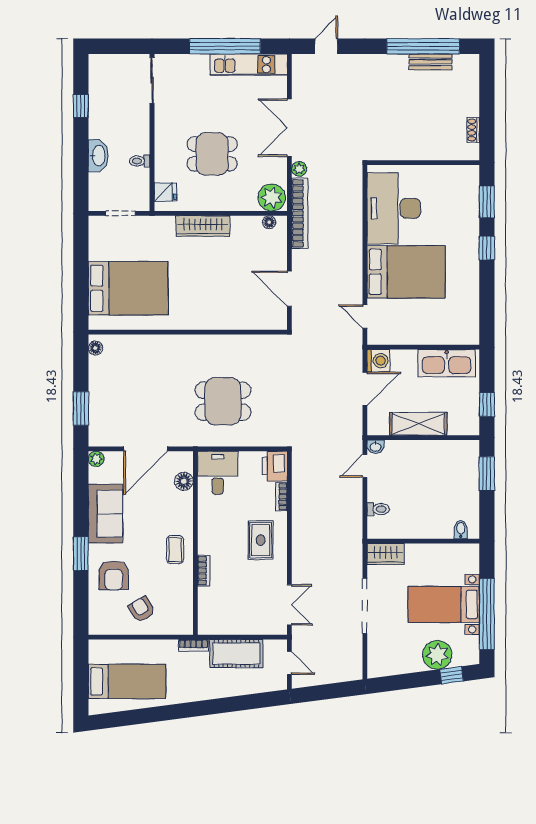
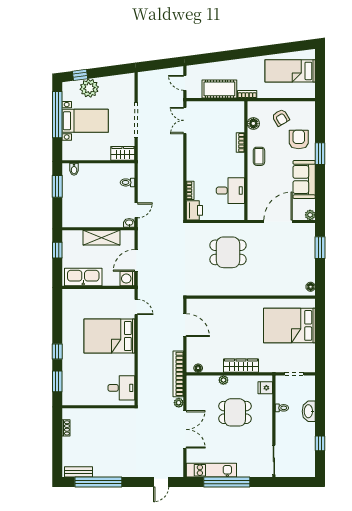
bench: (430, 62) -> (78, 472), moved
plant: (272, 198) -> (223, 380), moved, width x0.53, depth x0.53
desk: (394, 208) -> (121, 388), width x0.53, depth x0.77
desk: (218, 473) -> (230, 191), moved, turned -90
window: (487, 474) -> (57, 186), moved
floor lamp: (184, 481) -> (253, 123), moved
rug: (261, 540) -> (204, 162), removed

